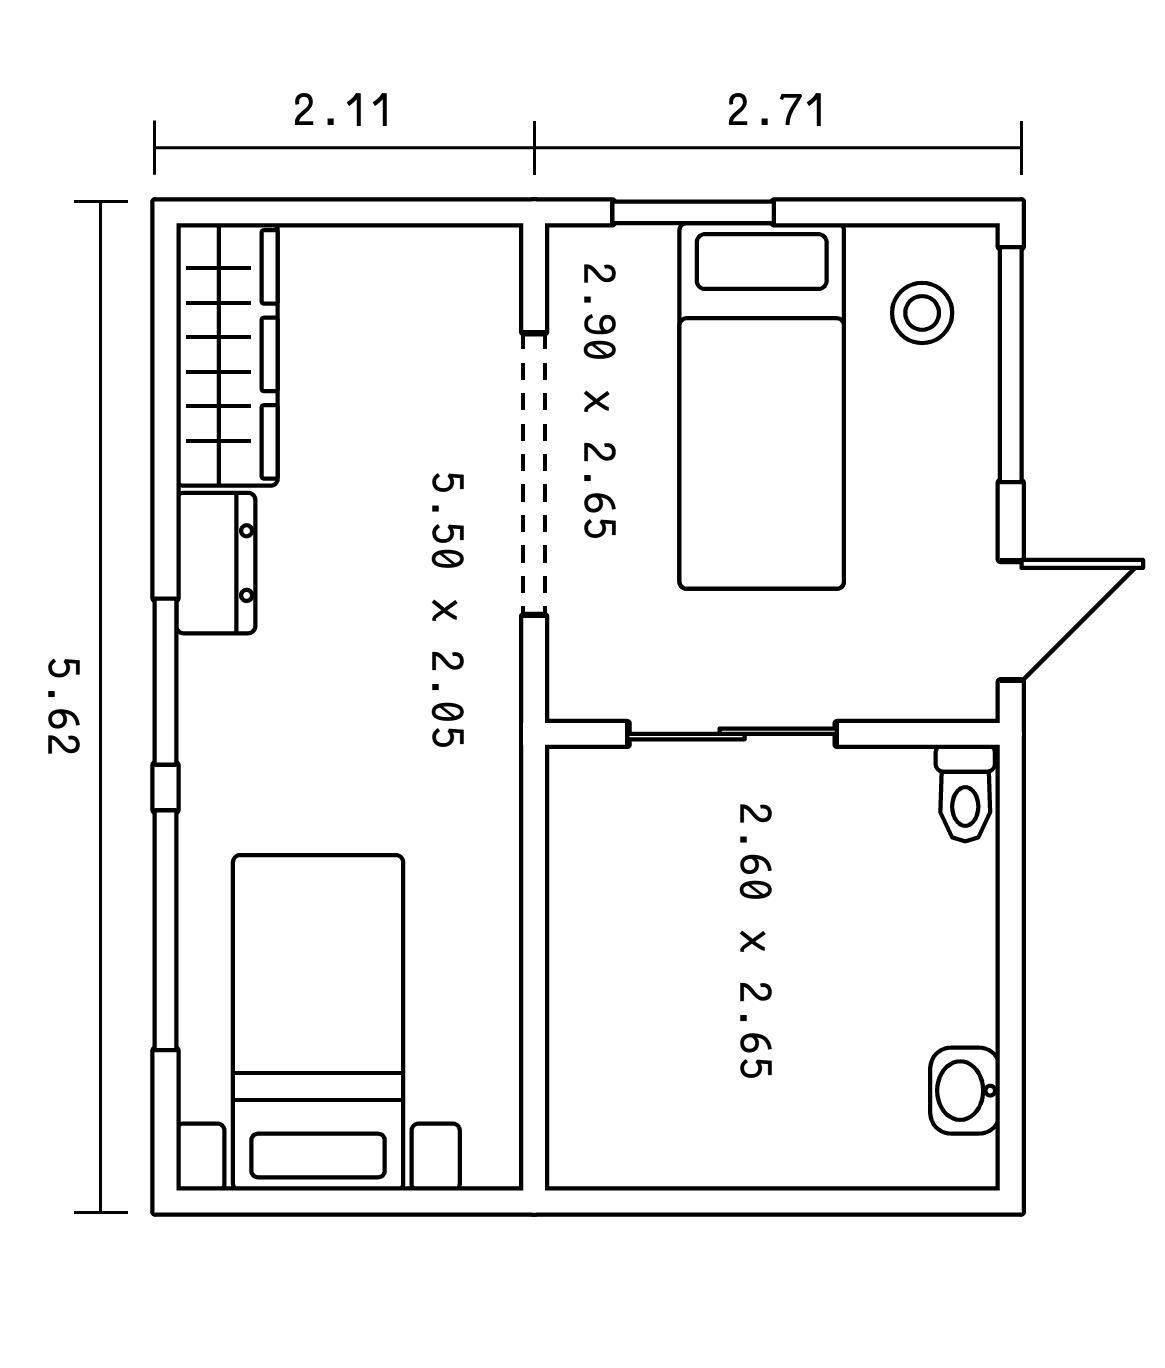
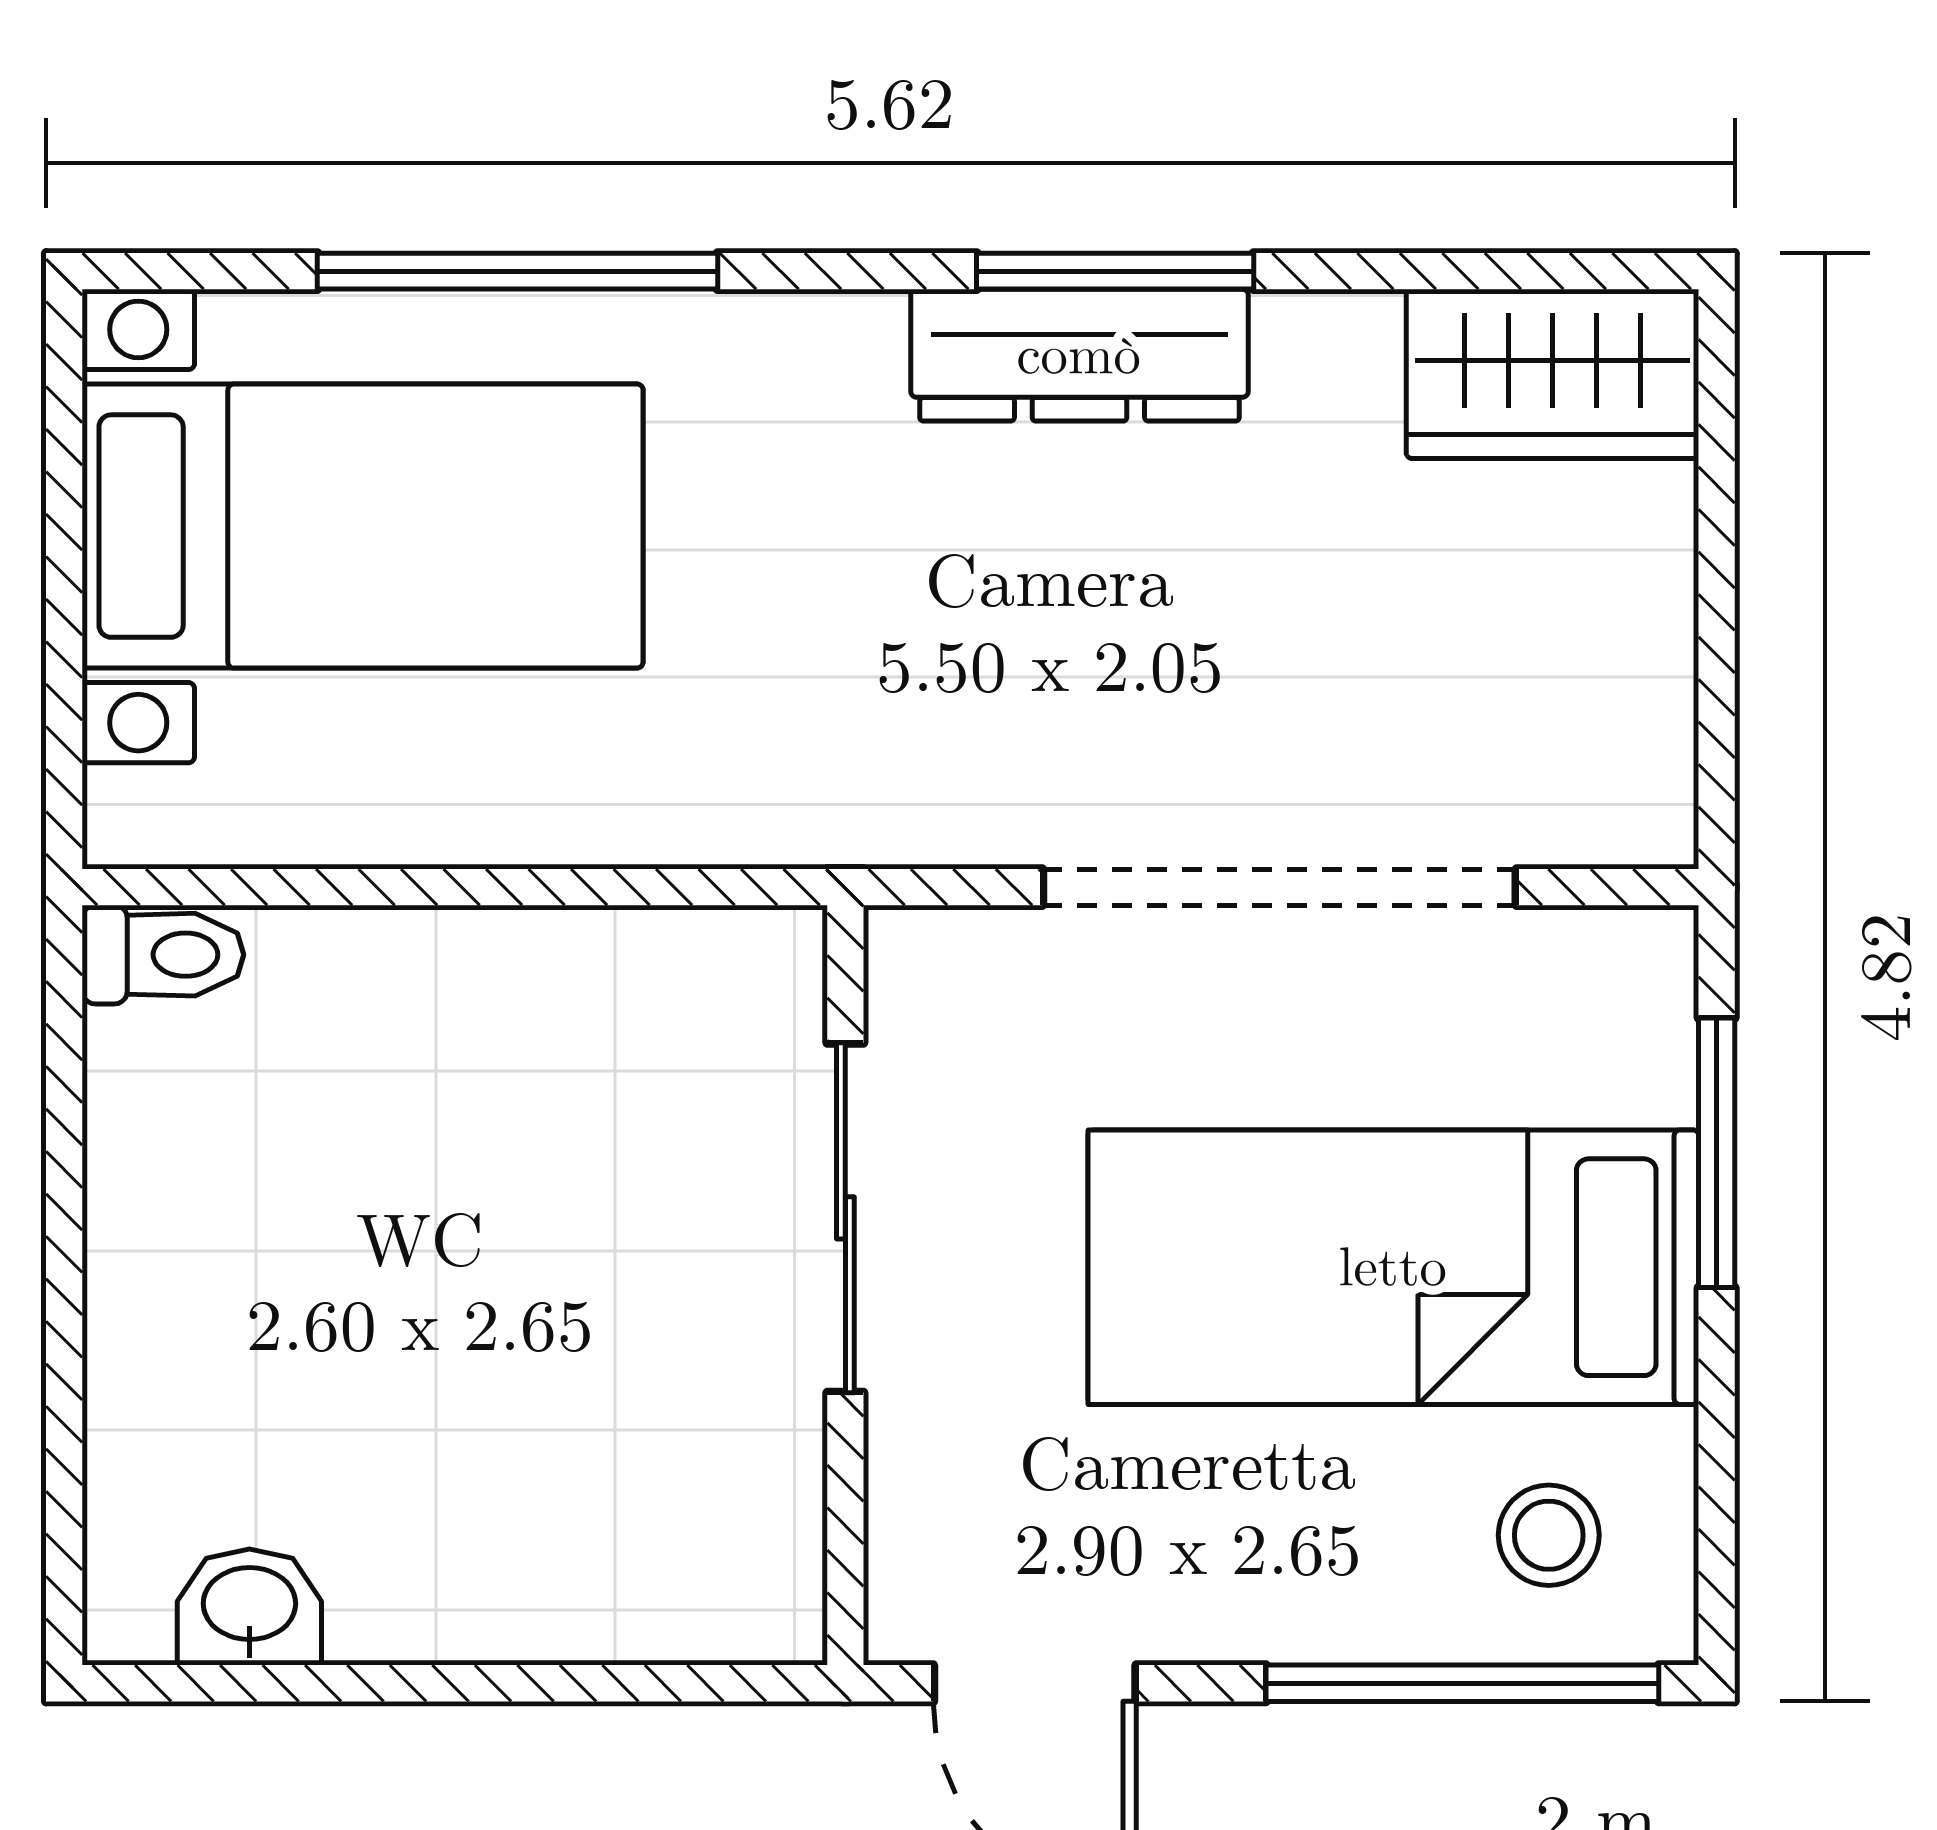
wardrobe: (227, 354) -> (1552, 374), width x0.67
dresser: (216, 563) -> (1079, 355), width x1.44
window: (165, 682) -> (1115, 271), moved
toilet: (965, 793) -> (163, 955), moved, turned 180

